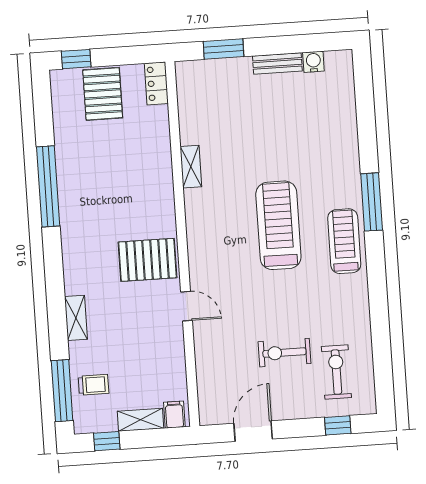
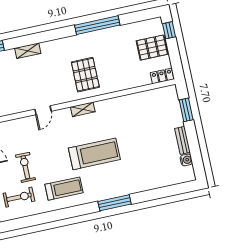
shelving: (191, 167) -> (83, 109), moved
treadmill: (344, 241) -> (64, 189), moved
pallet: (147, 260) -> (85, 75), moved

